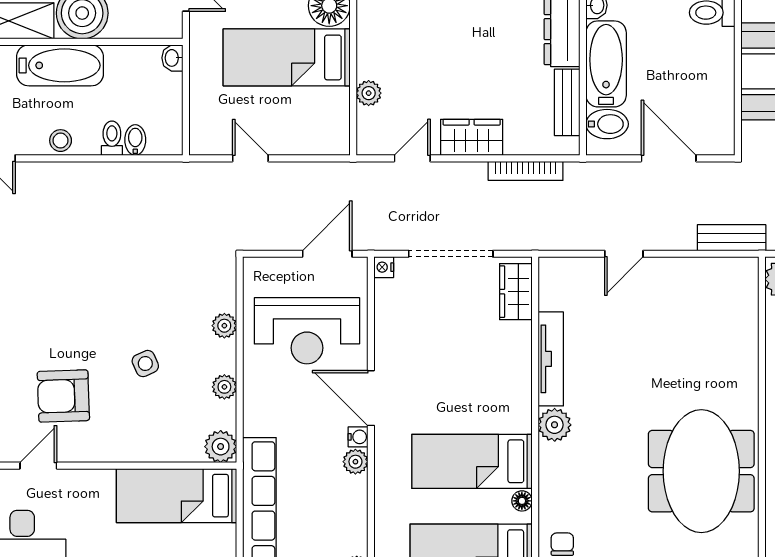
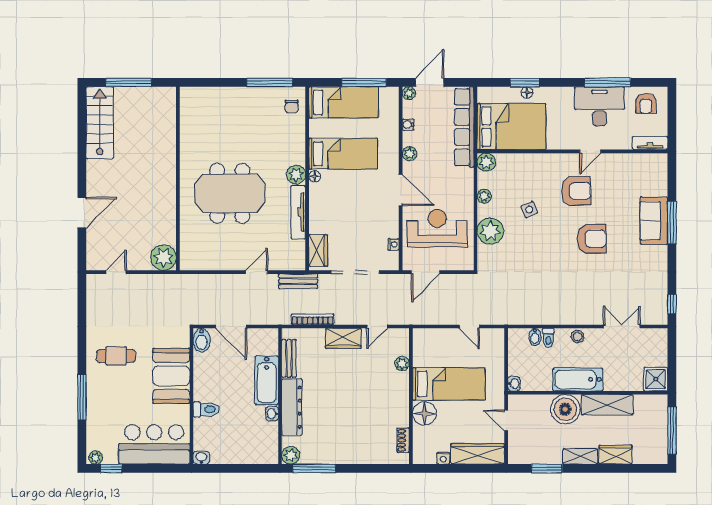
bidet: (607, 124) -> (202, 340), moved, turned -90
bench: (732, 238) -> (298, 281), moved
nightstand: (384, 267) -> (393, 244), moved
armchair: (36, 312) -> (592, 239), added
plant: (224, 326) -> (490, 231), width x1.87, depth x1.87
water cooler: (358, 437) -> (408, 125), moved
meeting table: (701, 471) -> (230, 193), moved, turned 90
bed: (177, 496) -> (511, 127), width x1.50
floor lamp: (522, 501) -> (315, 176), moved

